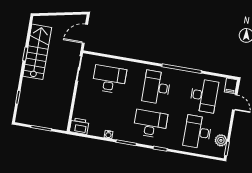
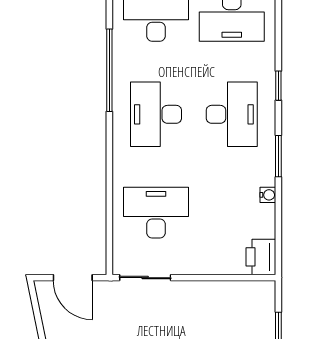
desk: (109, 79) -> (156, 213), turned 90
desk: (157, 87) -> (156, 114), turned 90
desk: (150, 124) -> (232, 114), turned 180

